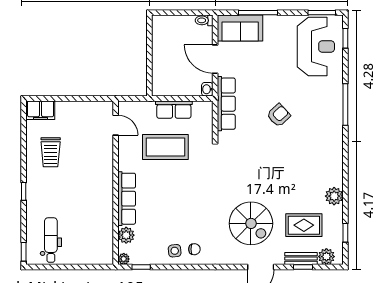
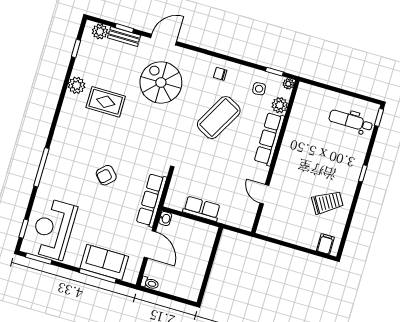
sofa: (240, 28) -> (104, 262), moved
filing cabinet: (41, 110) -> (325, 244), width x0.50
door: (116, 125) -> (264, 194), moved
coffee table: (165, 147) -> (219, 118), moved, turned -61
trolley: (51, 152) -> (327, 202), turned 59
rug: (304, 225) -> (106, 102), moved
dental chair: (51, 240) -> (351, 121), turned 90
side table: (175, 251) -> (259, 89), moved

